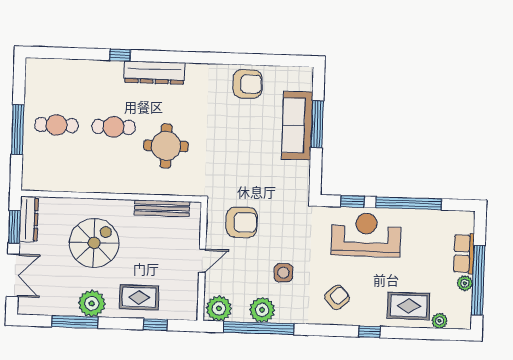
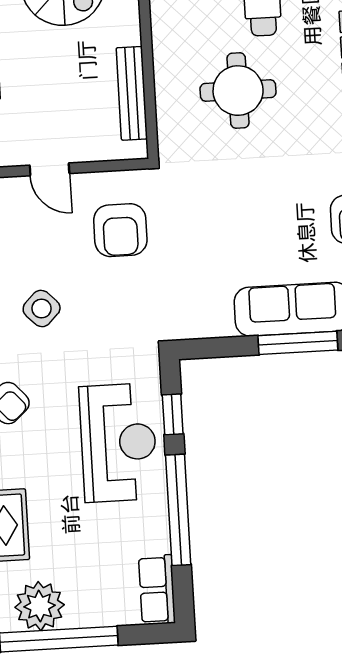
row of seats: (464, 254) -> (157, 590), moved, turned -90
side table: (283, 273) -> (42, 308), turned 45
plant: (465, 283) -> (40, 606), width x1.87, depth x1.87

